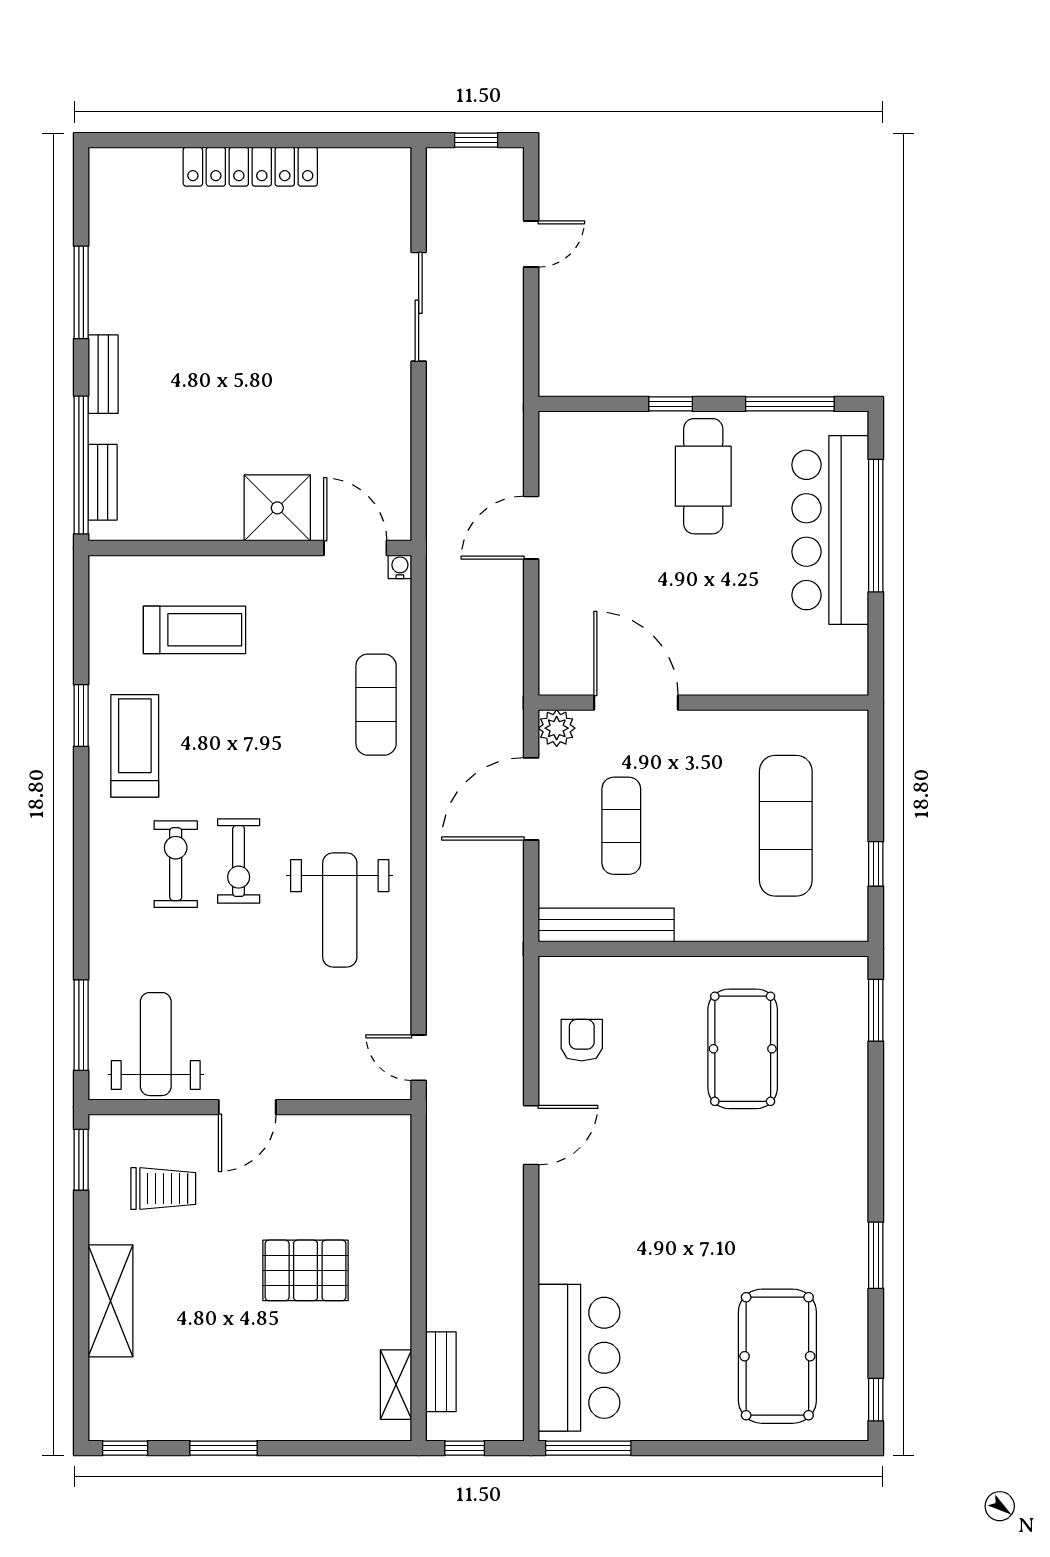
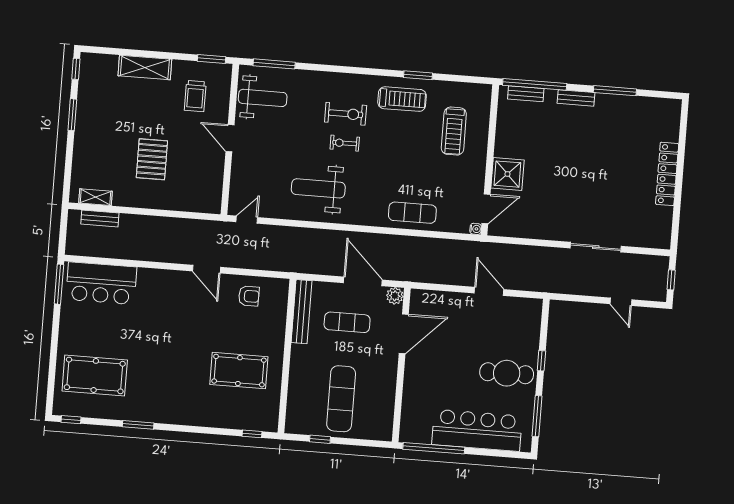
window: (876, 526) -> (434, 448), moved
exercise mat: (786, 826) -> (341, 399), turned 90
exercise bike: (239, 861) -> (345, 143), width x0.73, depth x0.72
window: (876, 1010) -> (252, 434), width x0.67
window: (465, 1448) -> (63, 227), removed

